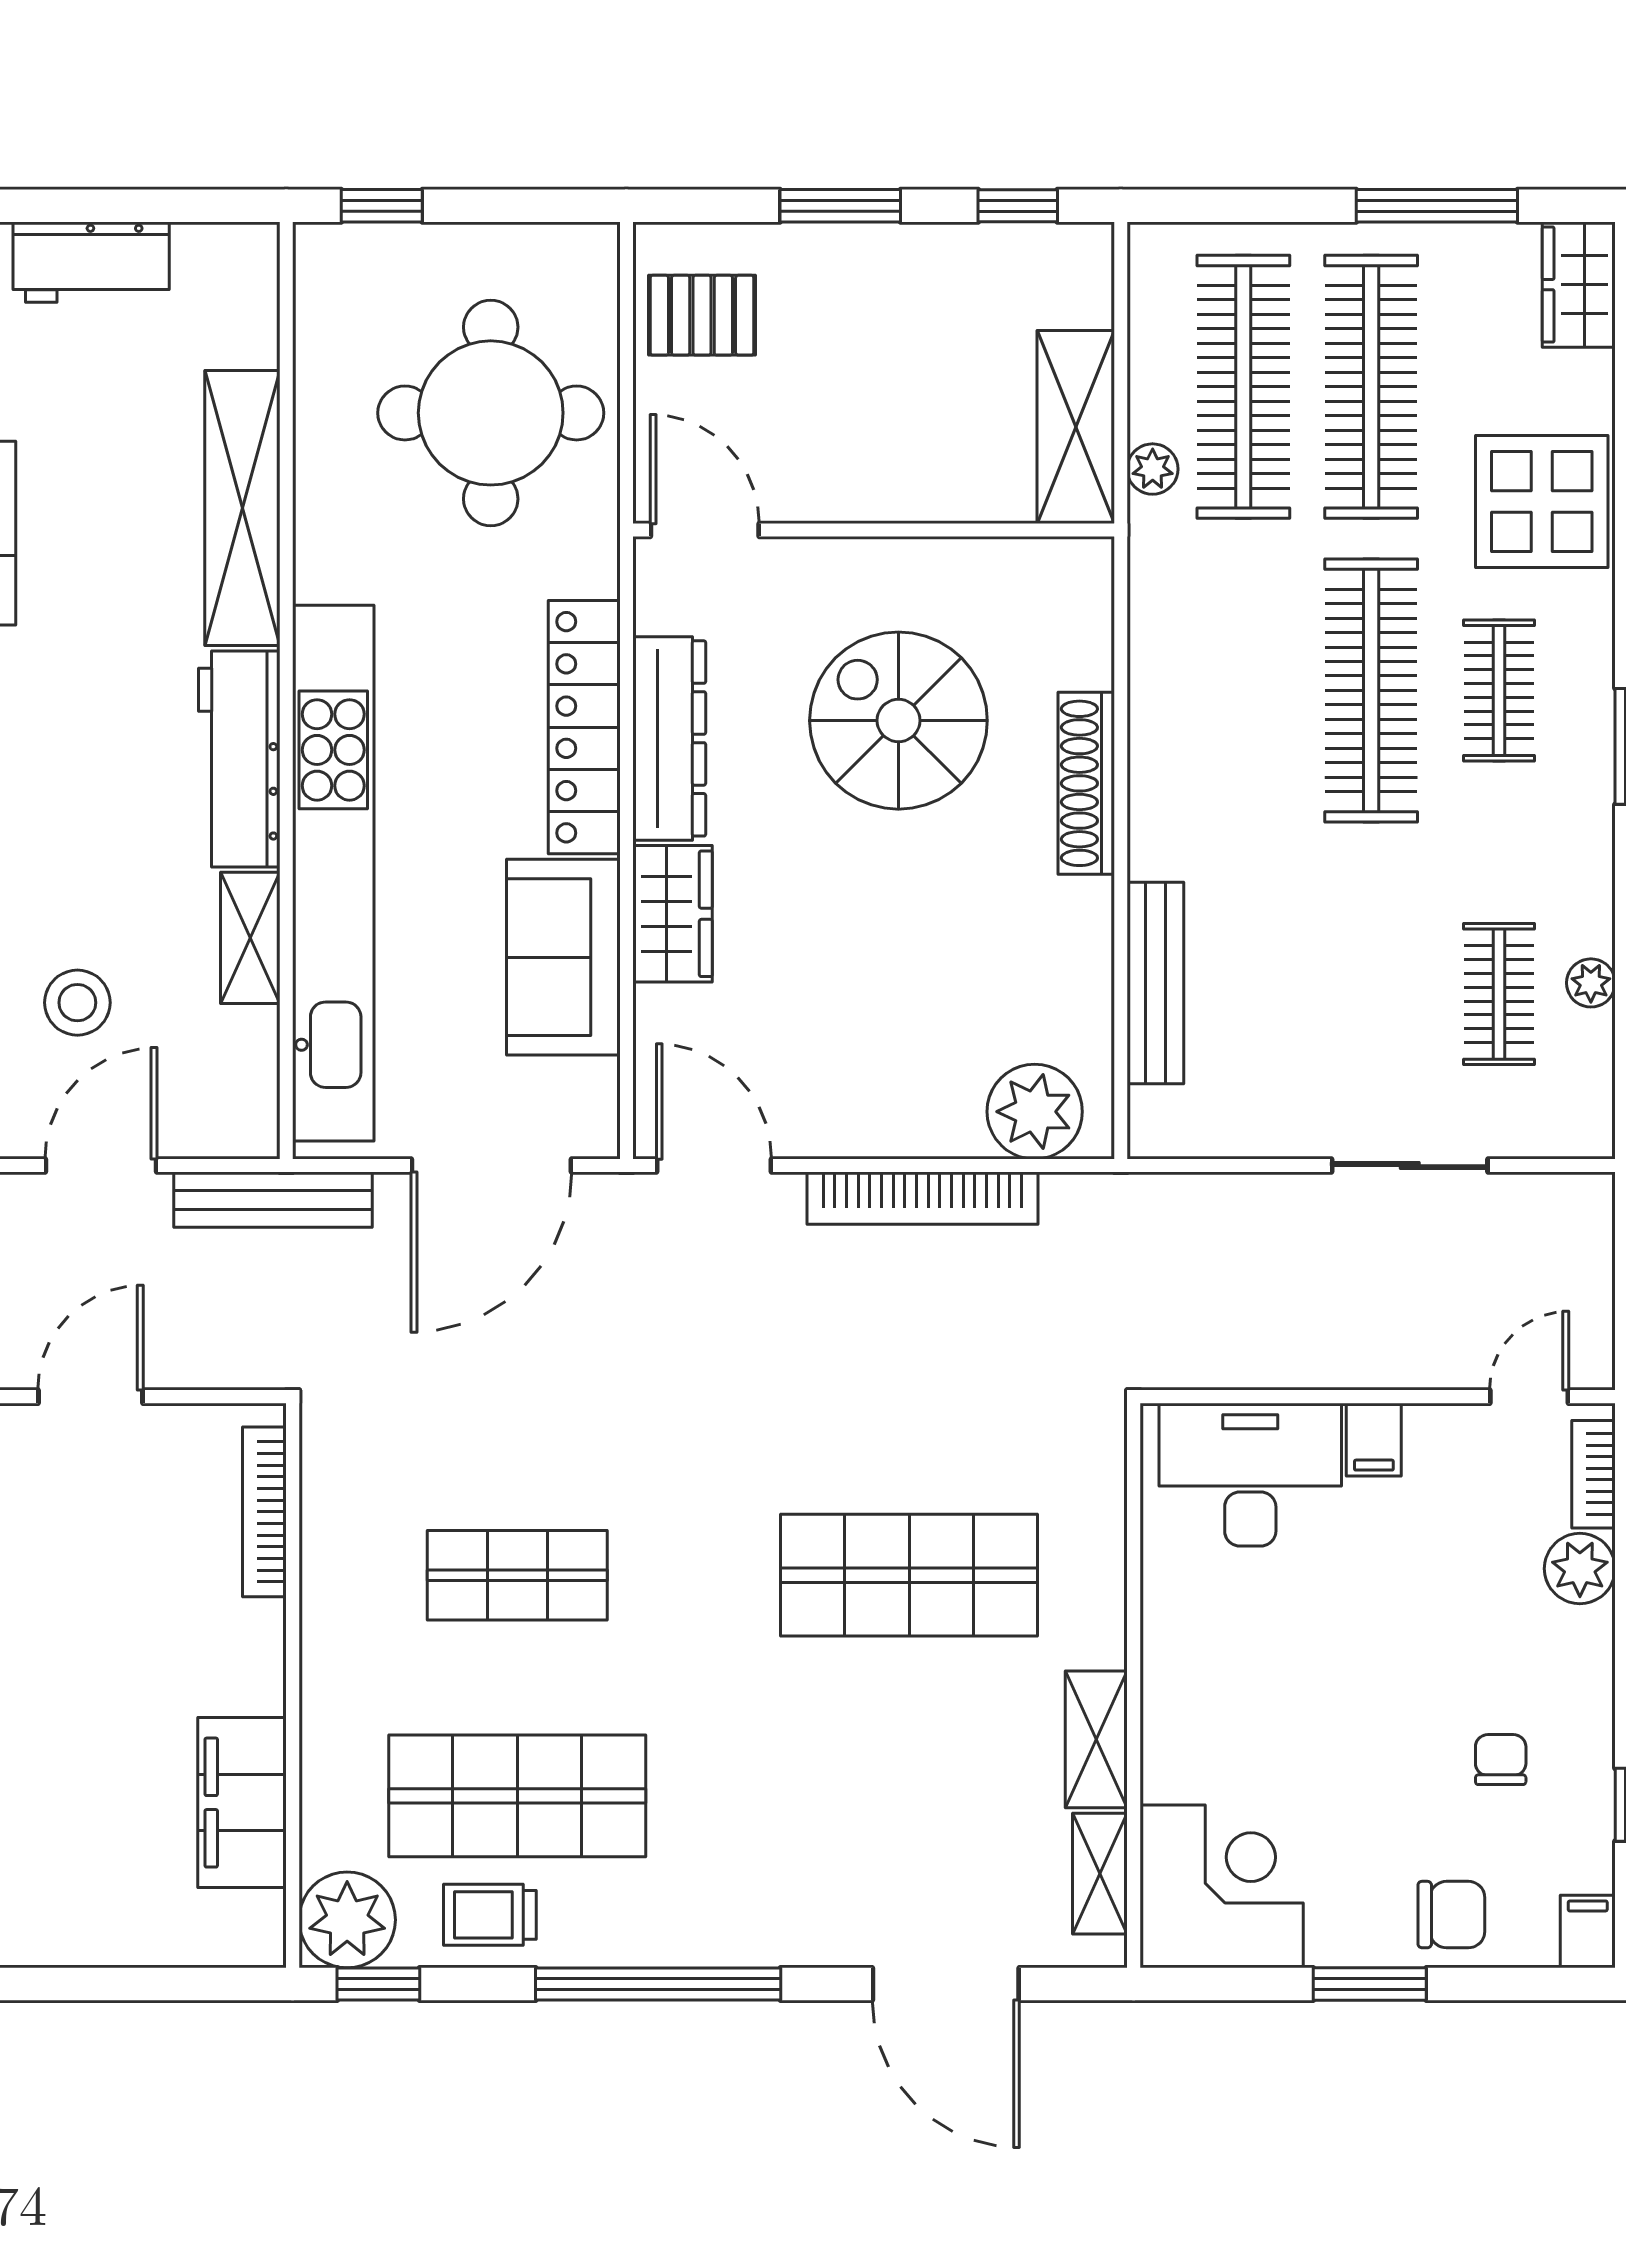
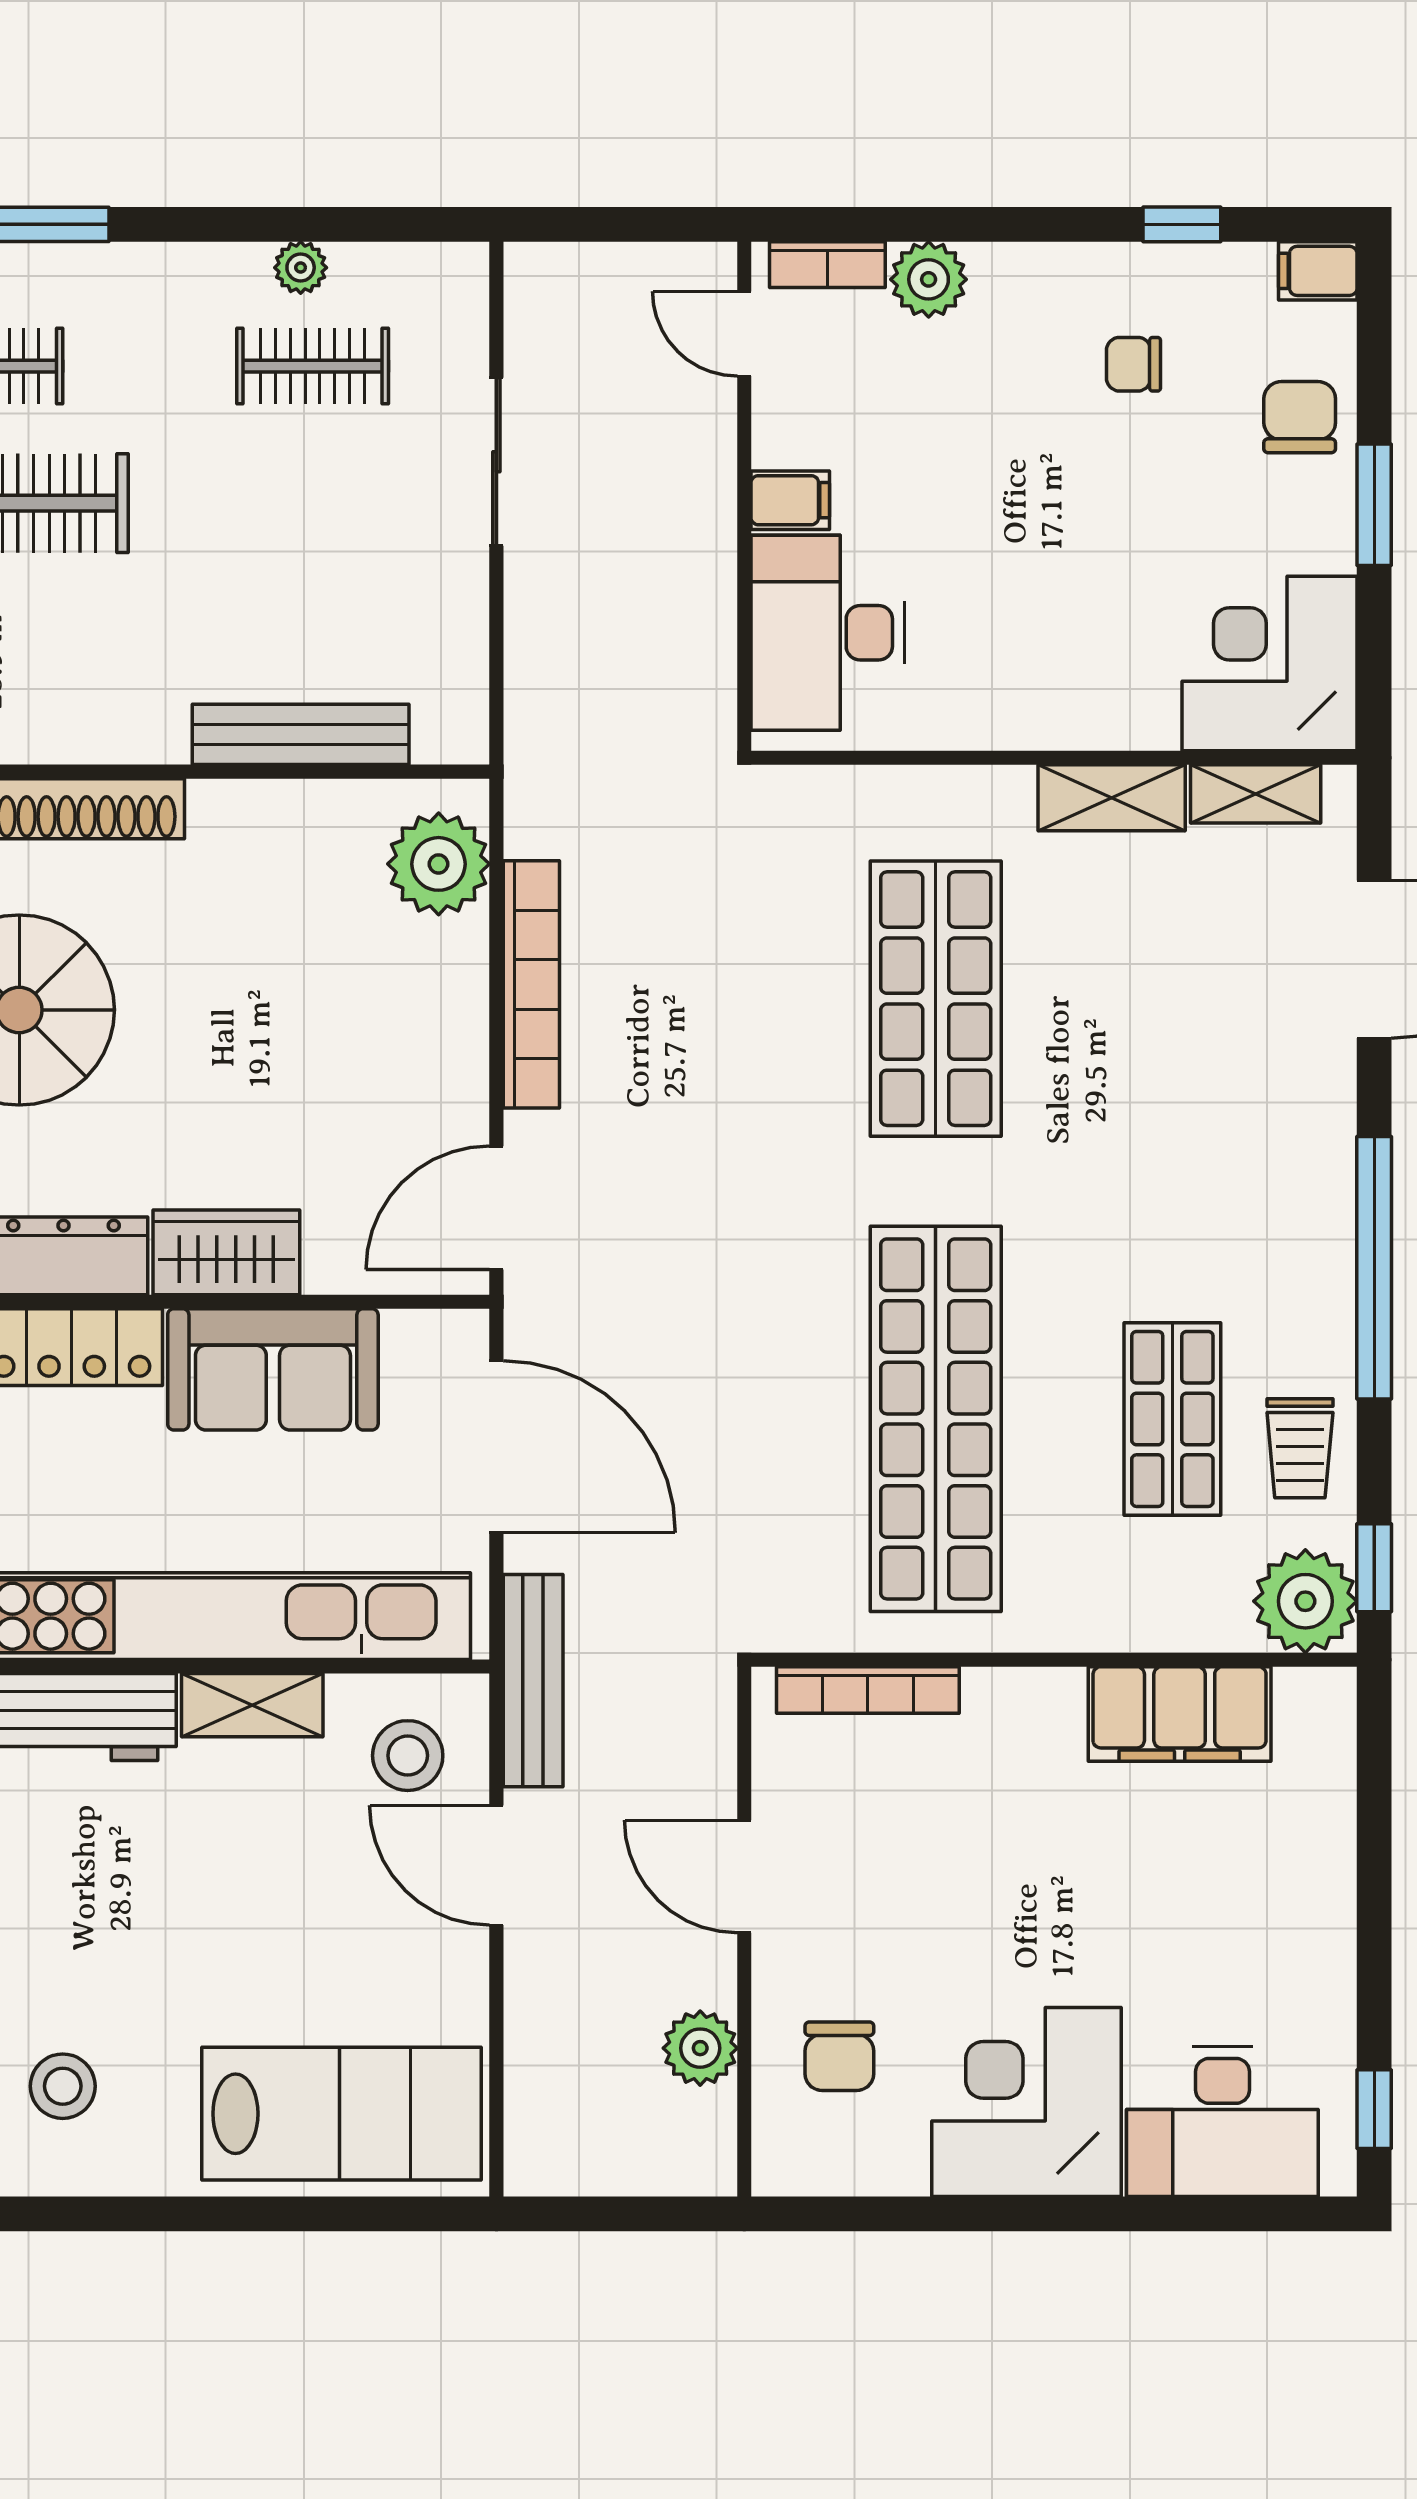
stool: (77, 1003) -> (408, 1756), moved
shop shelf: (517, 1575) -> (936, 1419), width x2.00, depth x1.36
shop shelf: (517, 1796) -> (1172, 1419), width x0.70, depth x0.74

